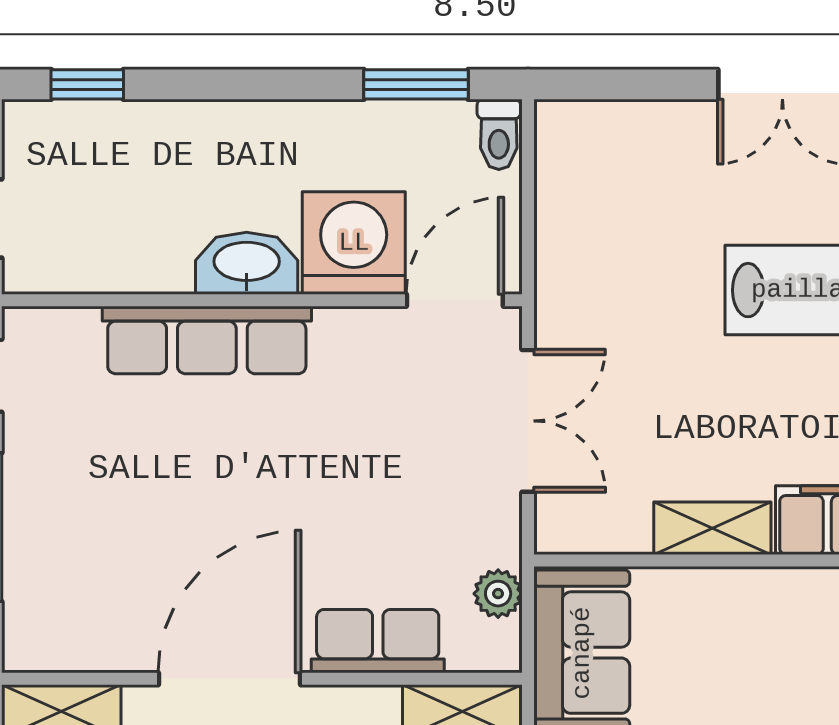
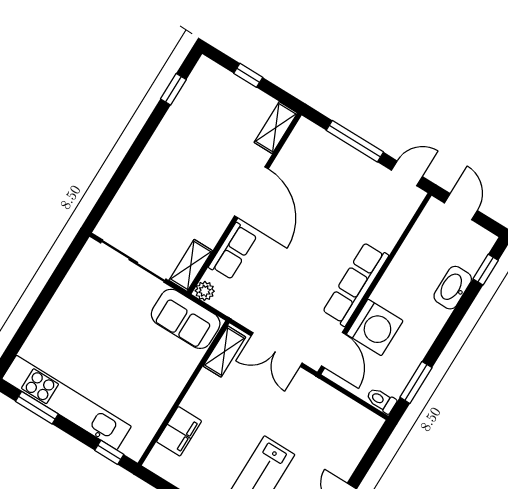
washbasin: (247, 263) -> (453, 288), moved, turned 180
row of seats: (207, 340) -> (355, 284), moved
shelving: (712, 528) -> (224, 352), moved
plant: (498, 594) -> (205, 291), moved

